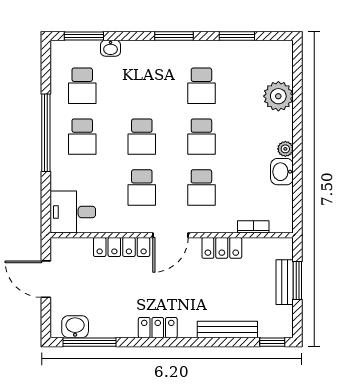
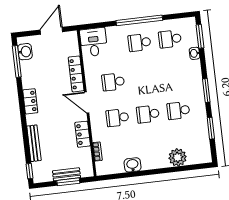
school desk: (142, 137) -> (144, 78), removed
plant: (285, 149) -> (146, 165), removed

